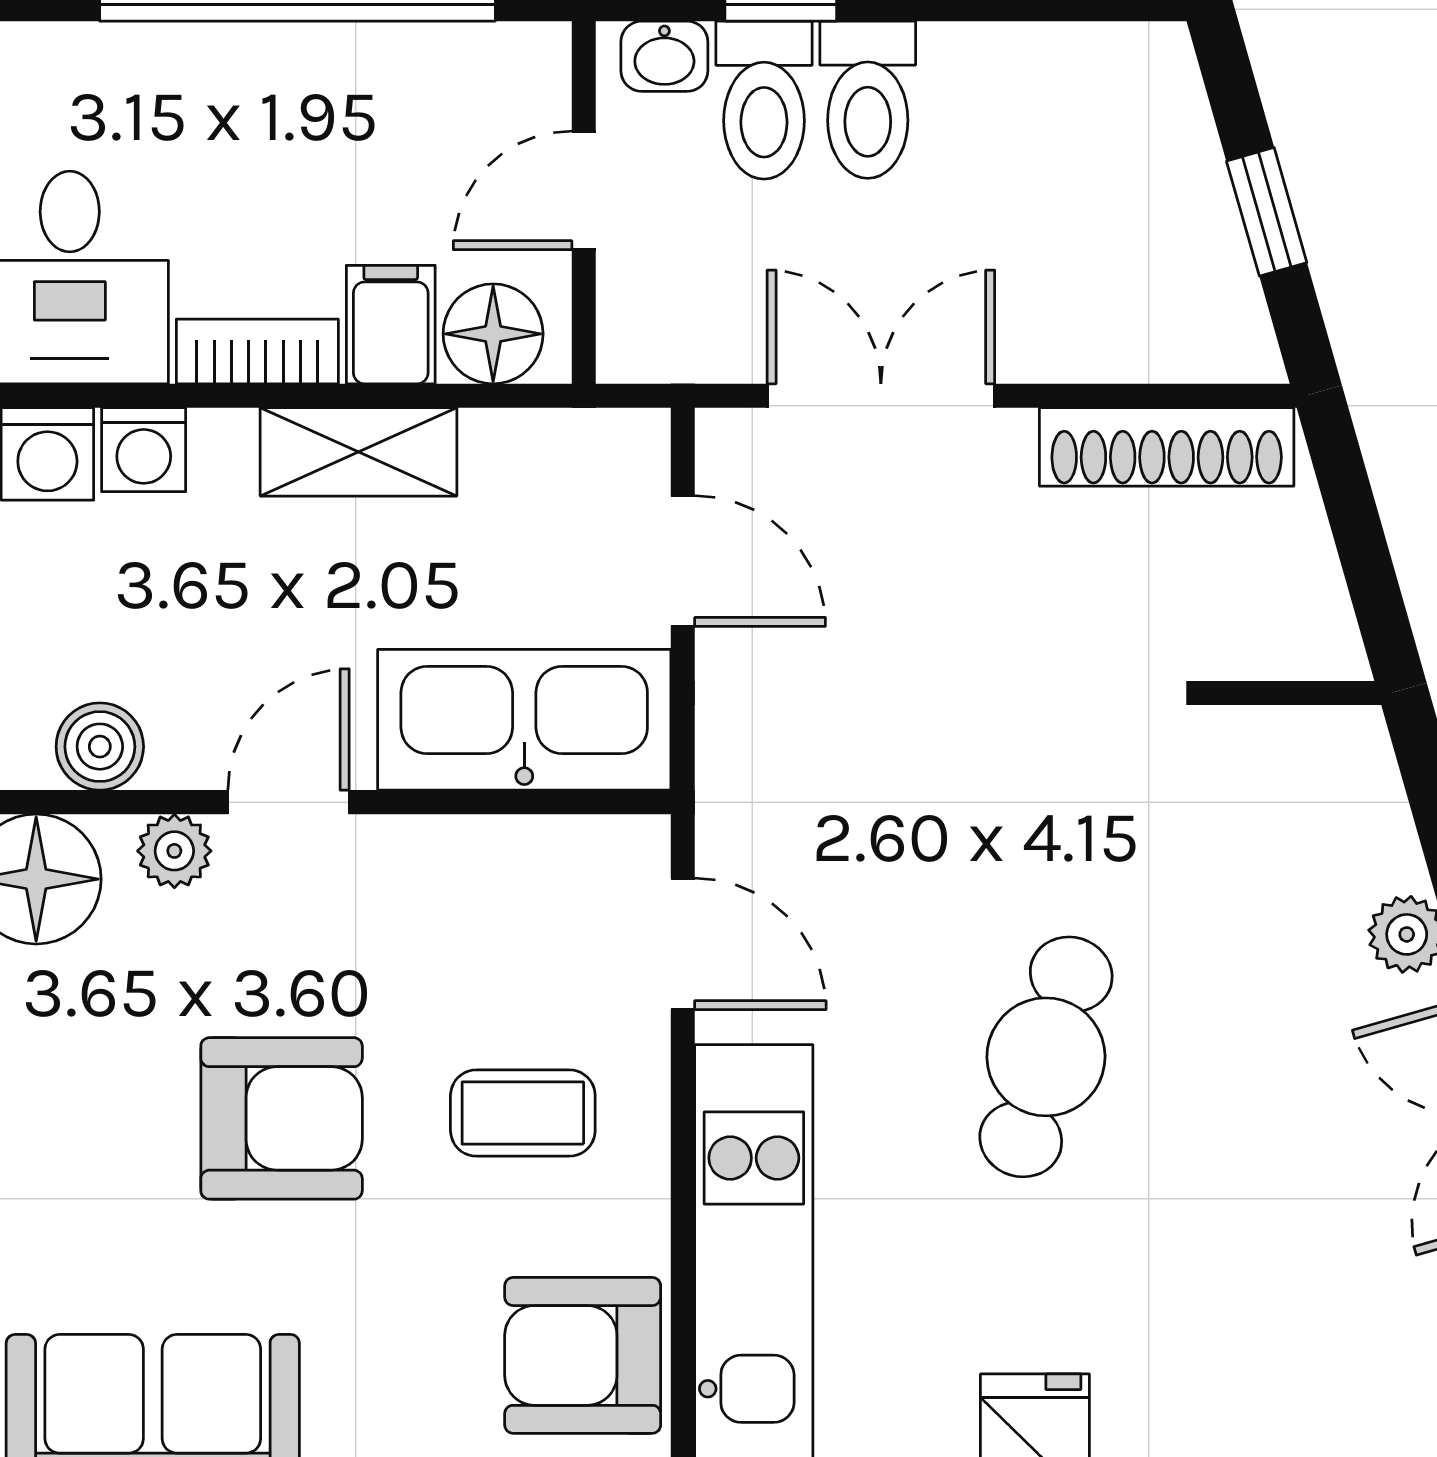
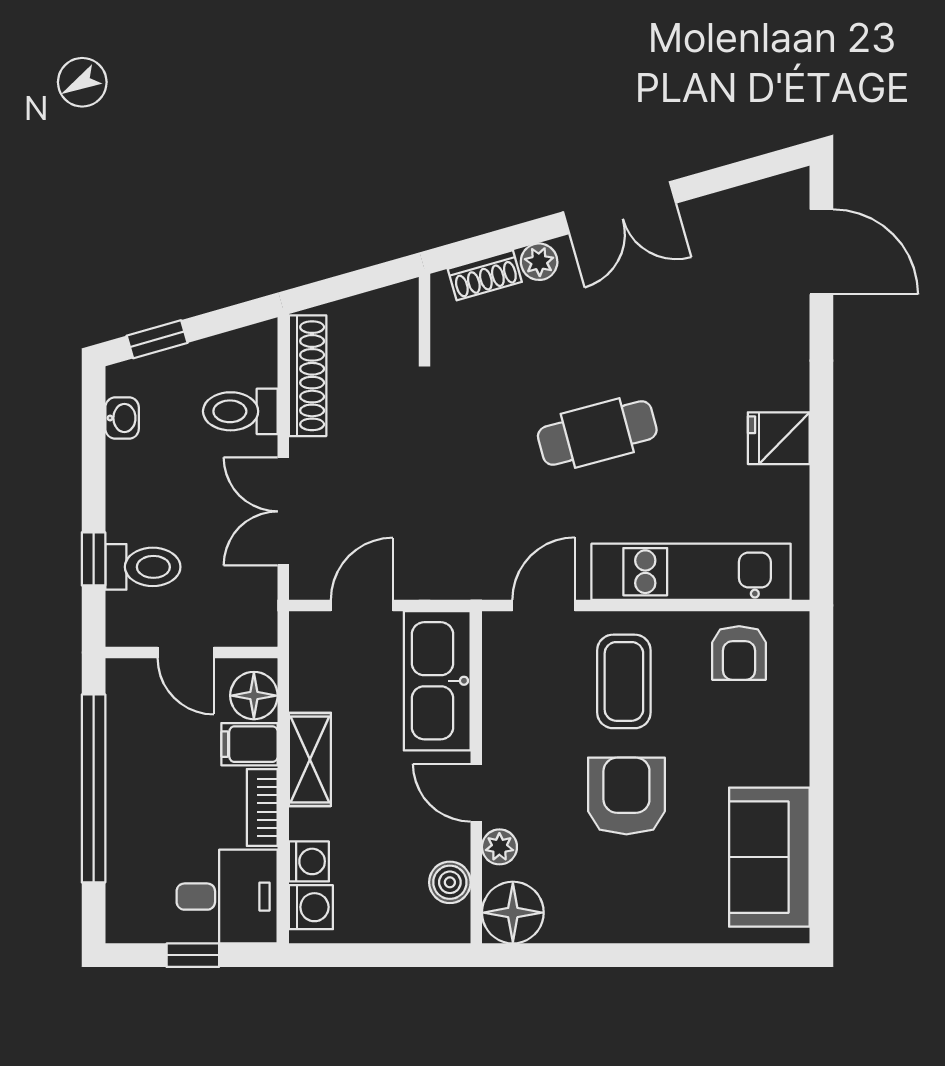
washbasin: (664, 56) -> (122, 418), moved
toilet: (868, 100) -> (240, 411), moved, turned 180
window: (1267, 212) -> (157, 339), moved
shoe rack: (1378, 820) -> (485, 275), added
cafe table: (1046, 1057) -> (597, 433), turned -32
coffee table: (523, 1113) -> (624, 681), width x1.36, depth x1.30
armchair: (583, 1355) -> (739, 653), width x0.72, depth x0.72

